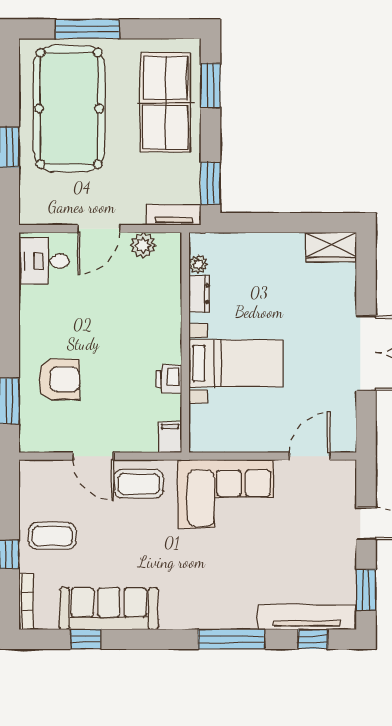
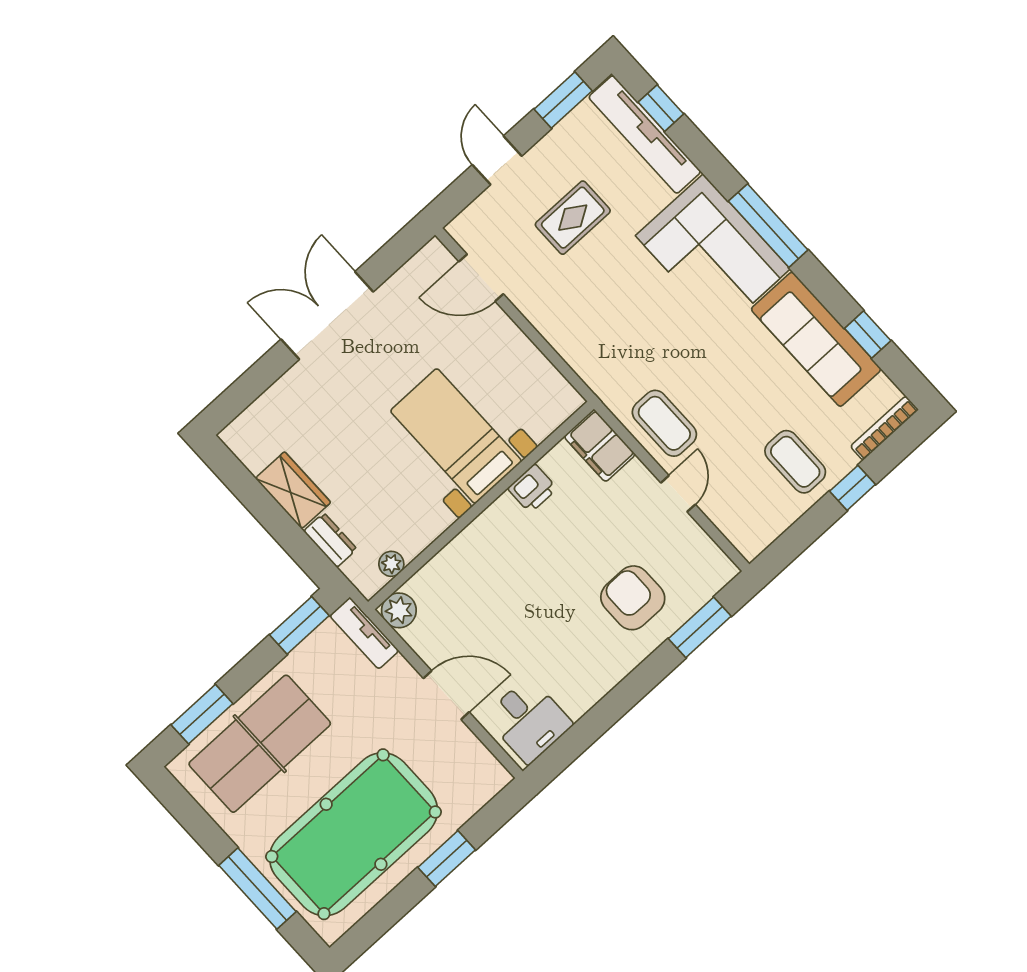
plant: (143, 245) -> (399, 610), moved
wardrobe: (331, 247) -> (293, 490), moved
dresser: (199, 294) -> (330, 540), moved, turned 90
filing cabinet: (170, 437) -> (600, 446), width x2.00
door: (93, 456) -> (678, 494), width x0.73
corner sofa: (226, 494) -> (713, 252), moved, turned 180
rug: (297, 536) -> (573, 218), added
window: (231, 639) -> (768, 226), moved

